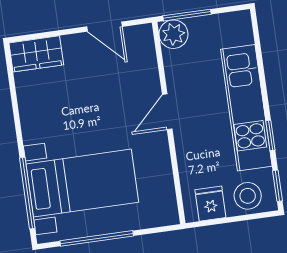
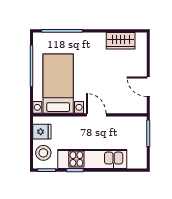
door: (105, 27) -> (148, 87), hinge flipped
plant: (173, 34) -> (139, 124), removed
wardrobe: (36, 54) -> (121, 41), moved, turned -90
bed with nightstands: (82, 183) -> (58, 84), moved, turned 180

